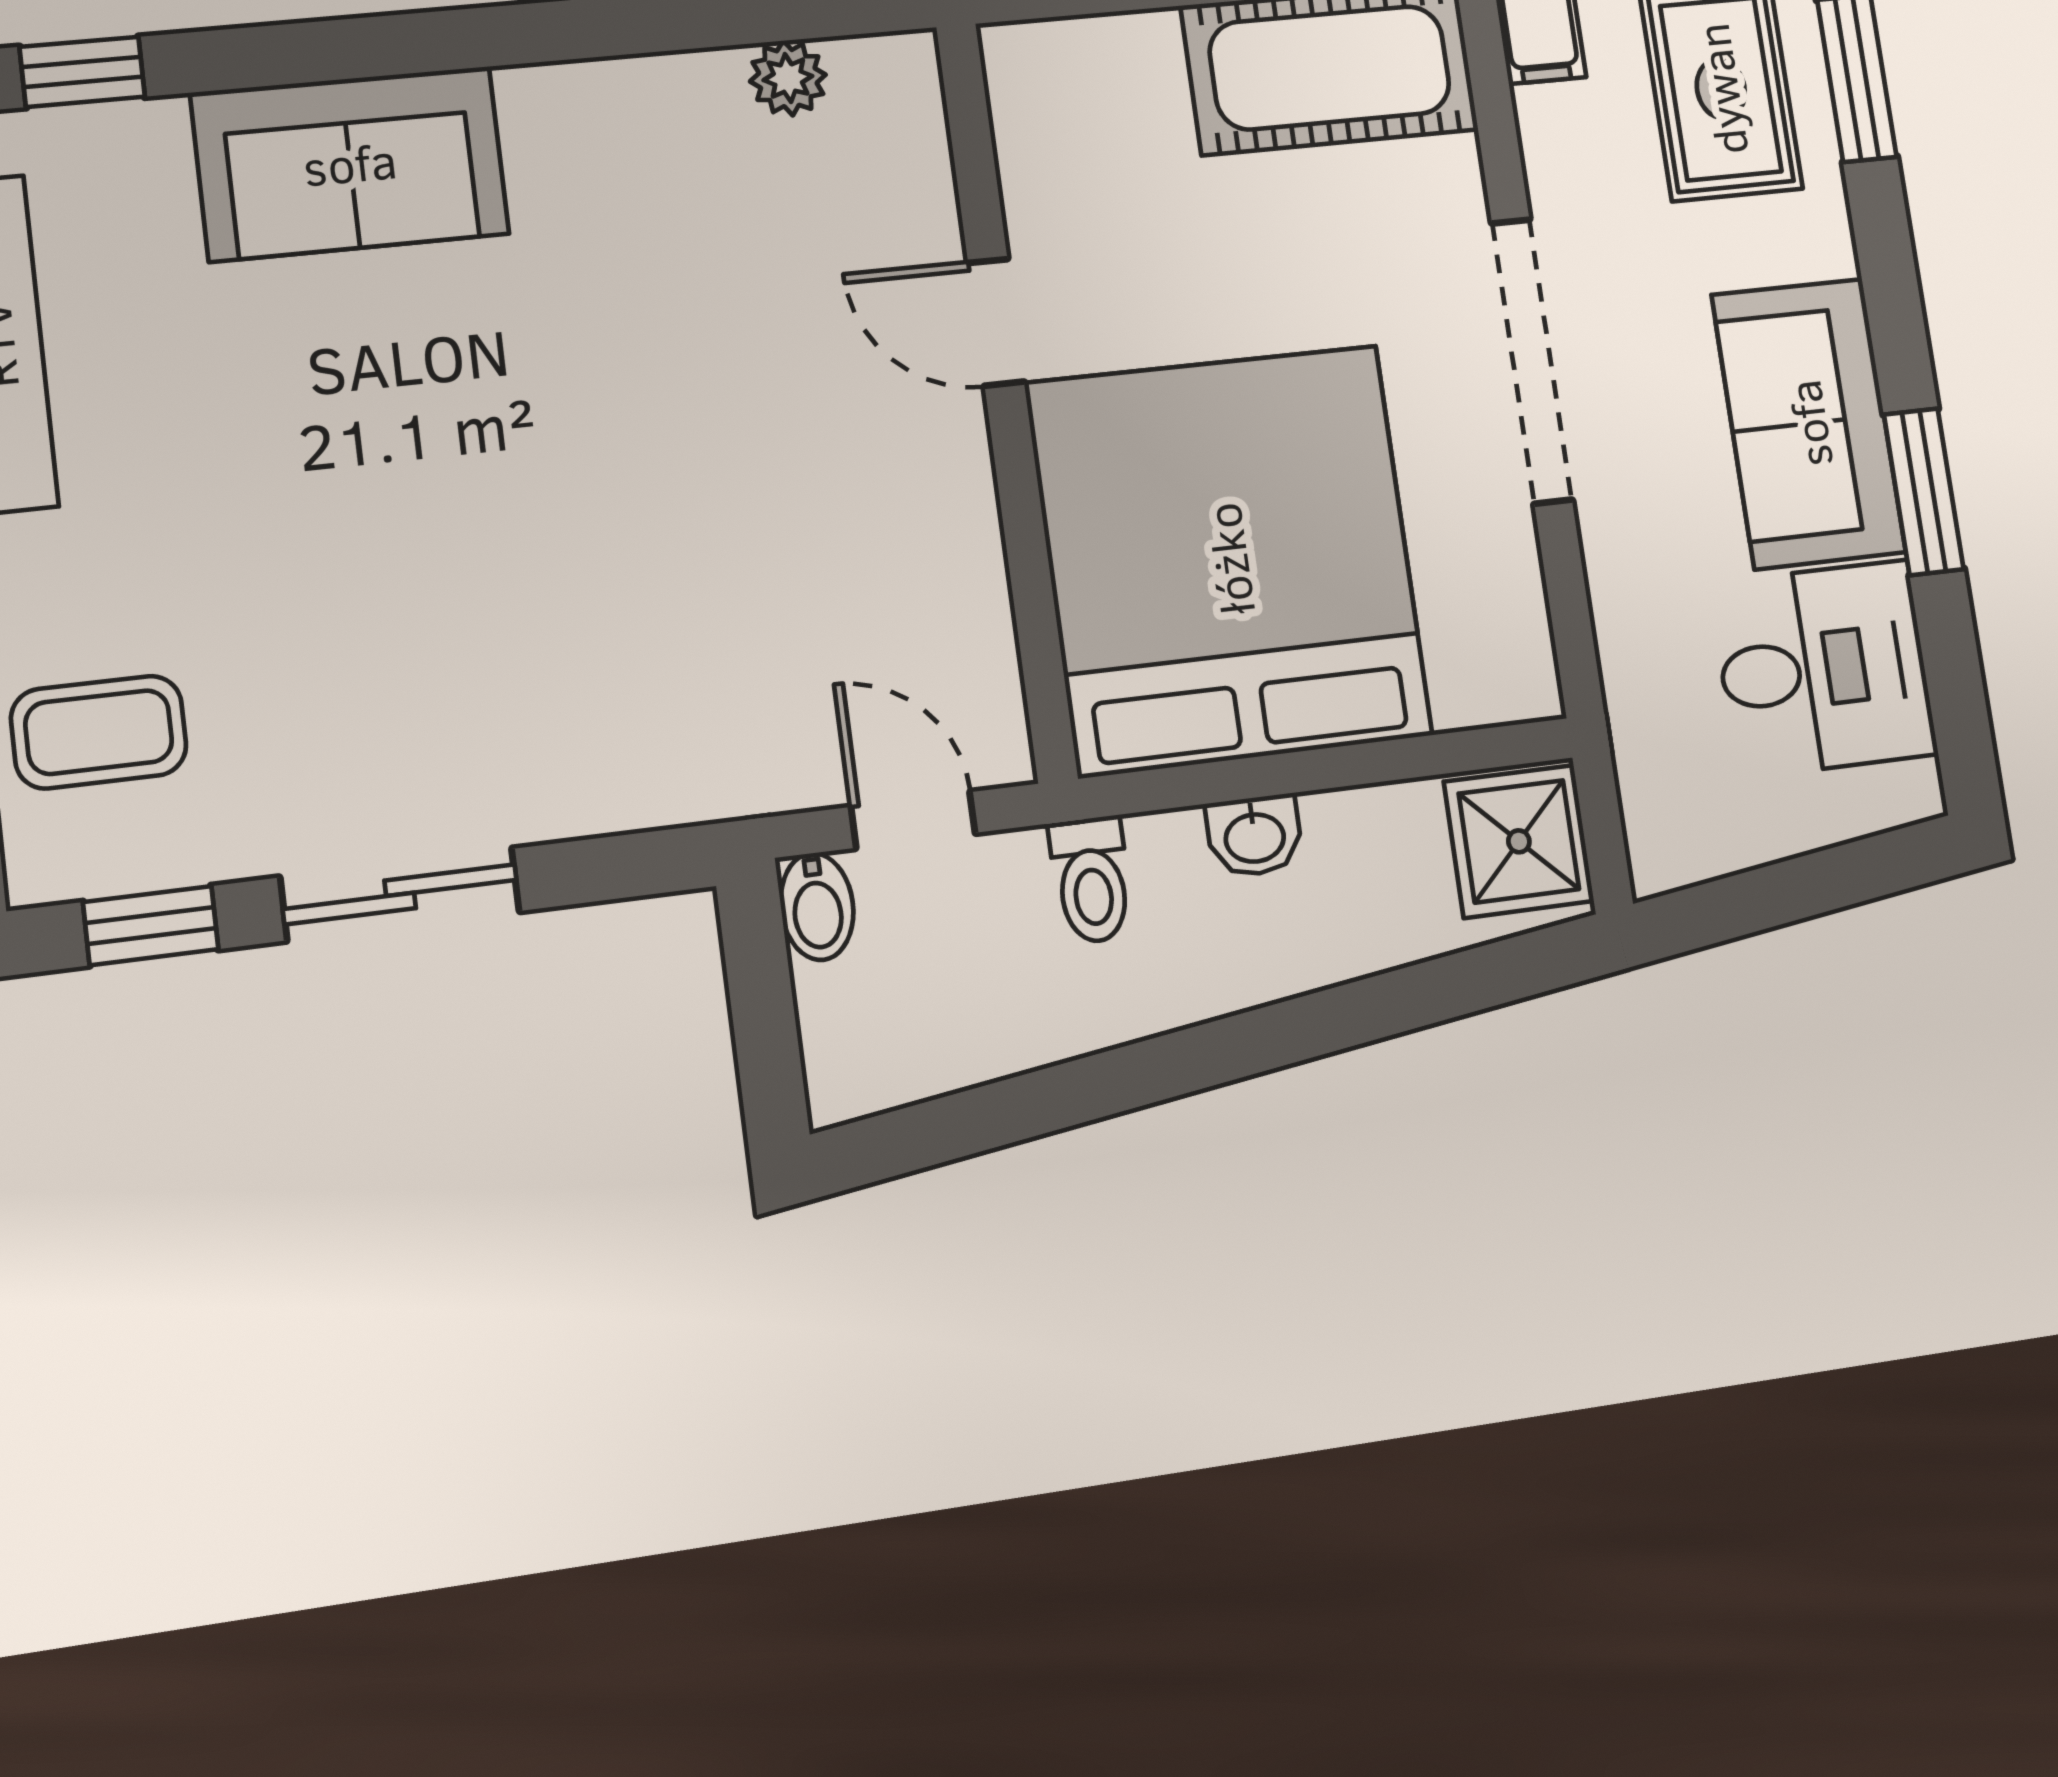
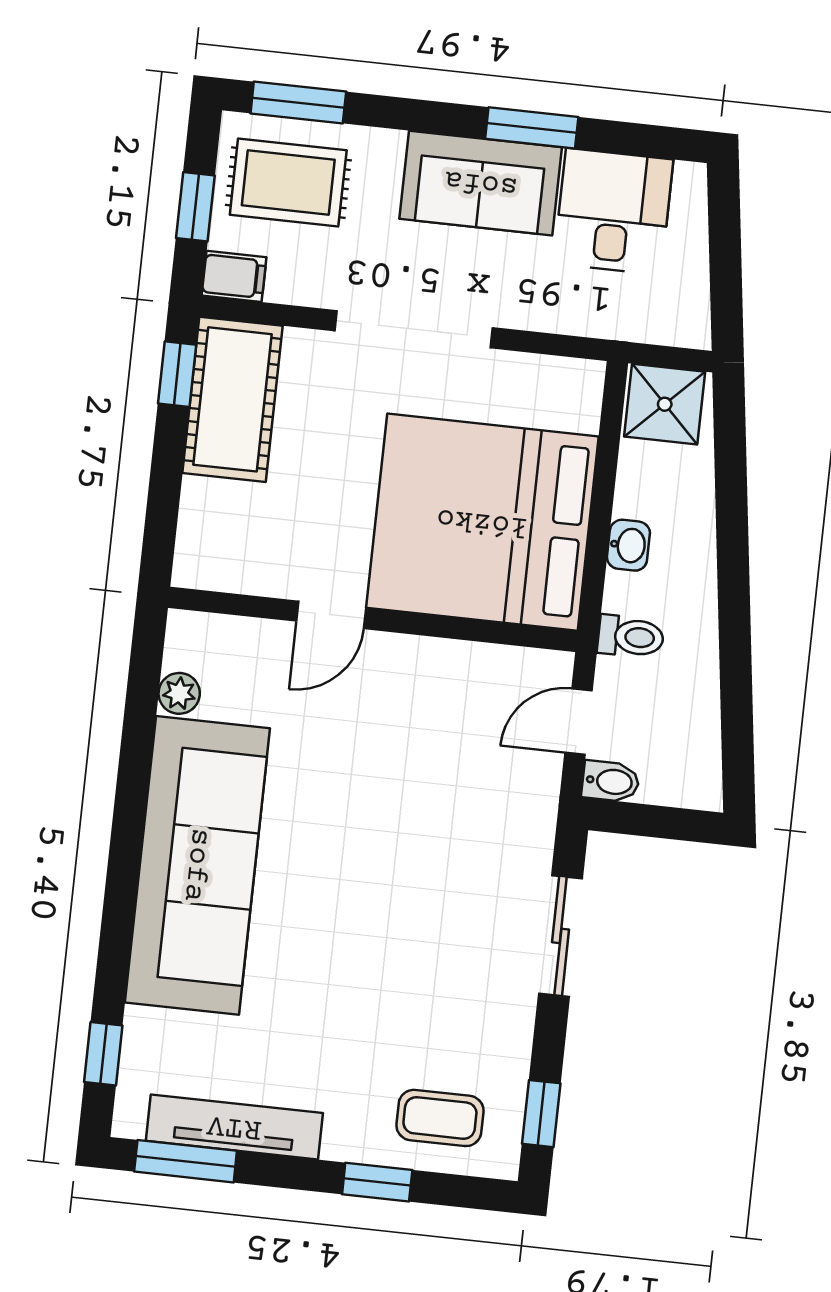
sofa: (350, 163) -> (197, 865), width x1.85, depth x1.27
coffee table: (99, 732) -> (440, 1118), turned 90
sliding door: (400, 894) -> (561, 936), moved

